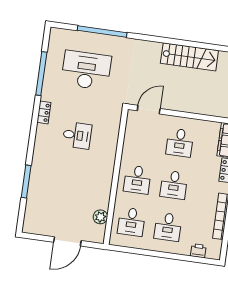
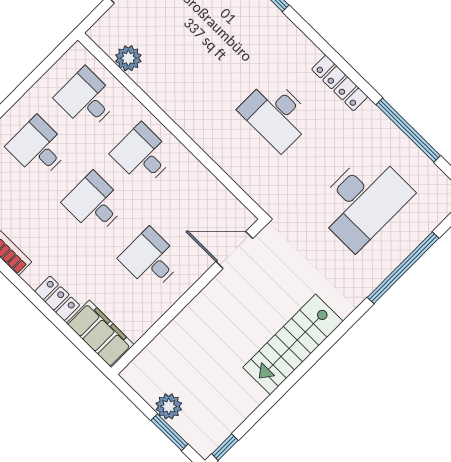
stairs: (189, 57) -> (293, 344), moved
door: (149, 110) -> (234, 250), swing flipped
locker: (44, 112) -> (340, 83), width x1.53
desk: (77, 135) -> (276, 114), width x1.37

